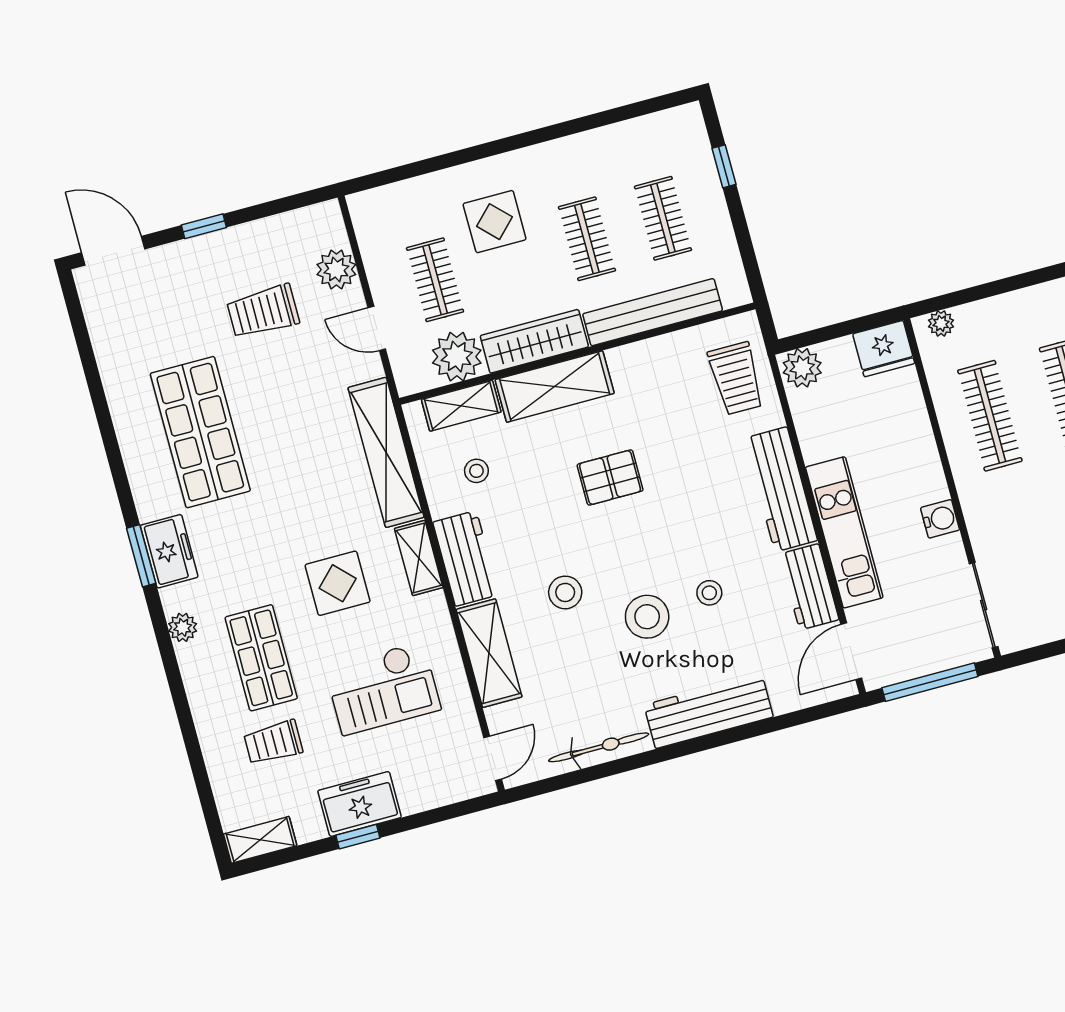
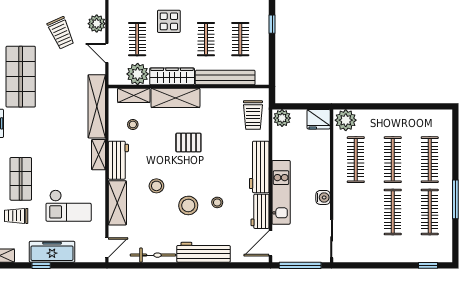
trolley: (263, 311) -> (61, 33), turned -114
plant: (941, 323) -> (346, 120), width x1.88, depth x1.88
display table: (338, 583) -> (61, 156), removed
freezer: (359, 804) -> (52, 252), width x1.40

